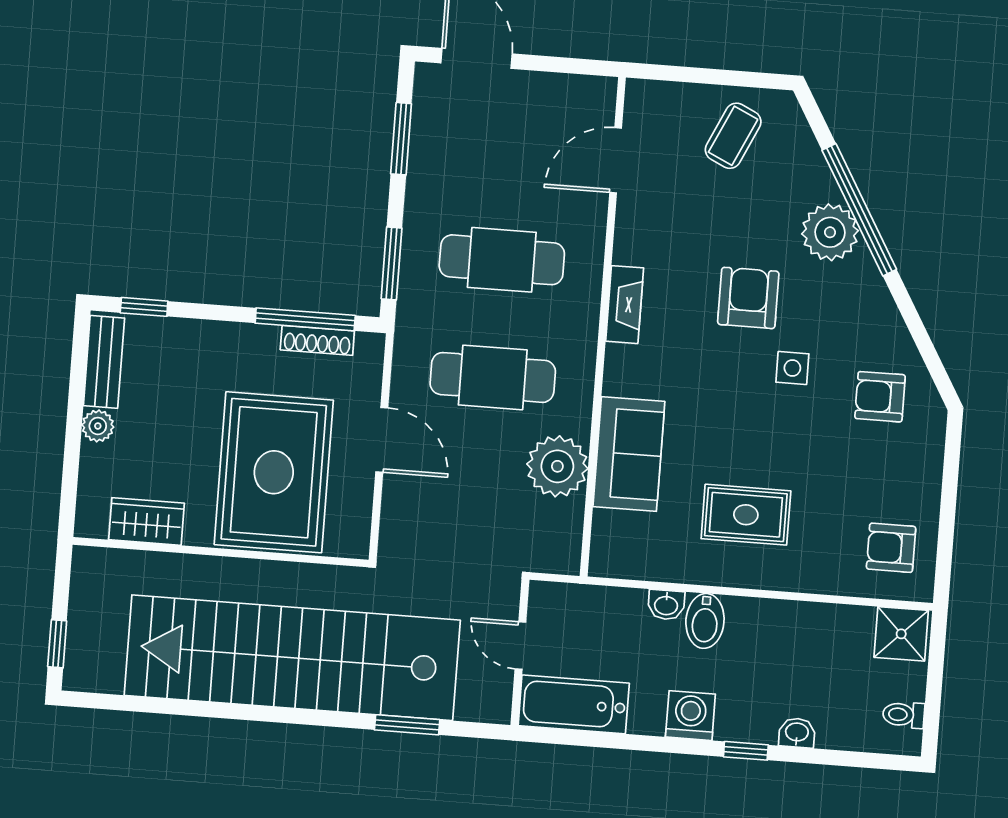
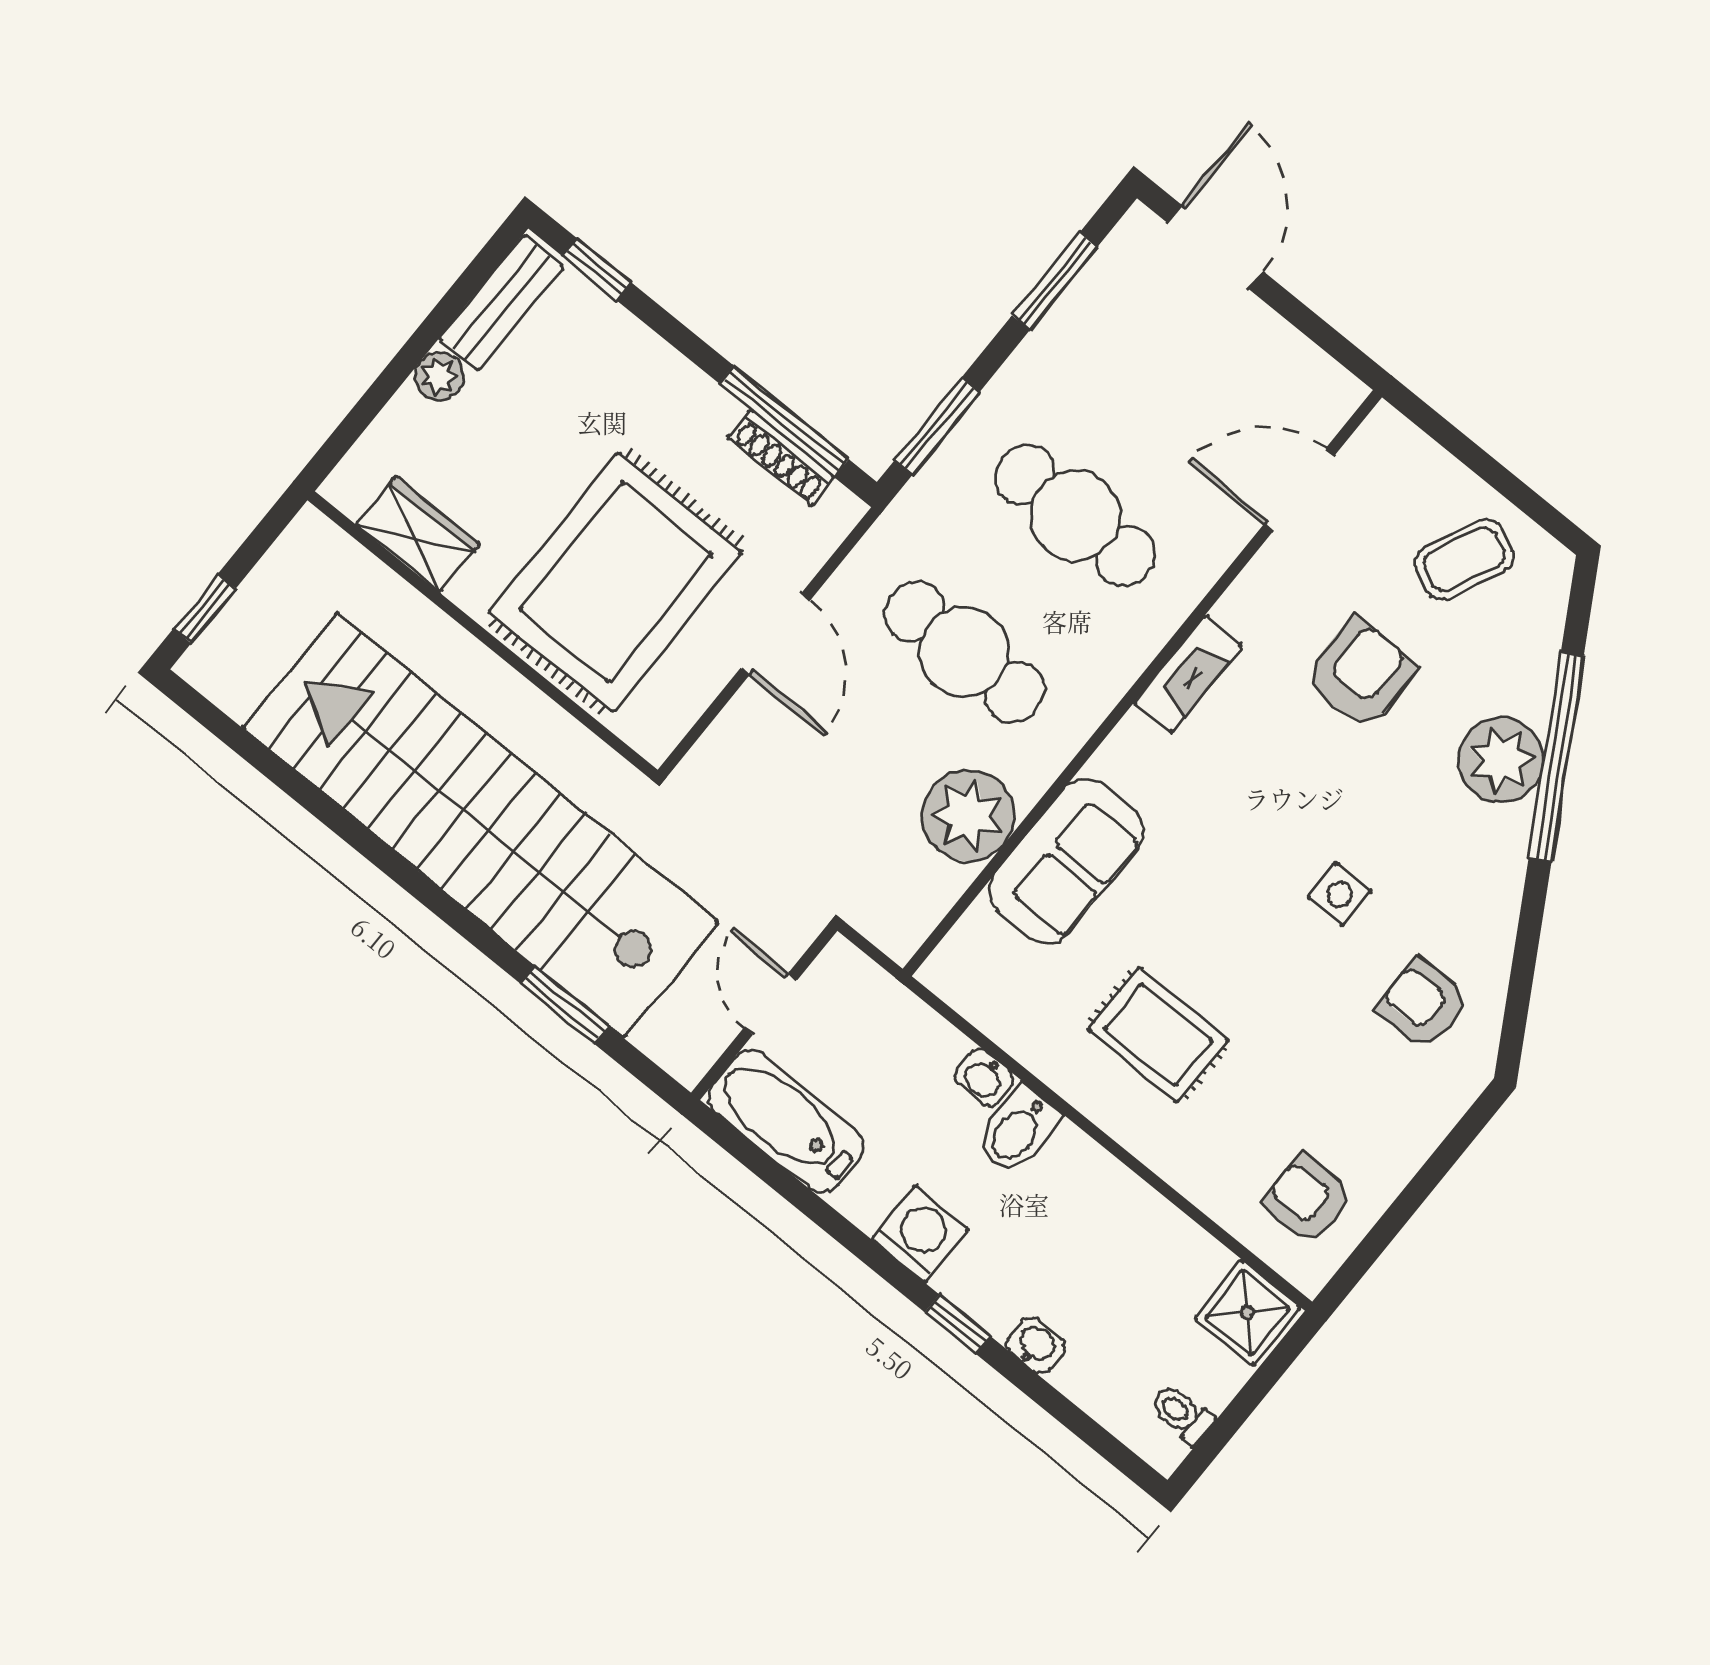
armchair: (748, 298) -> (1360, 673), moved

